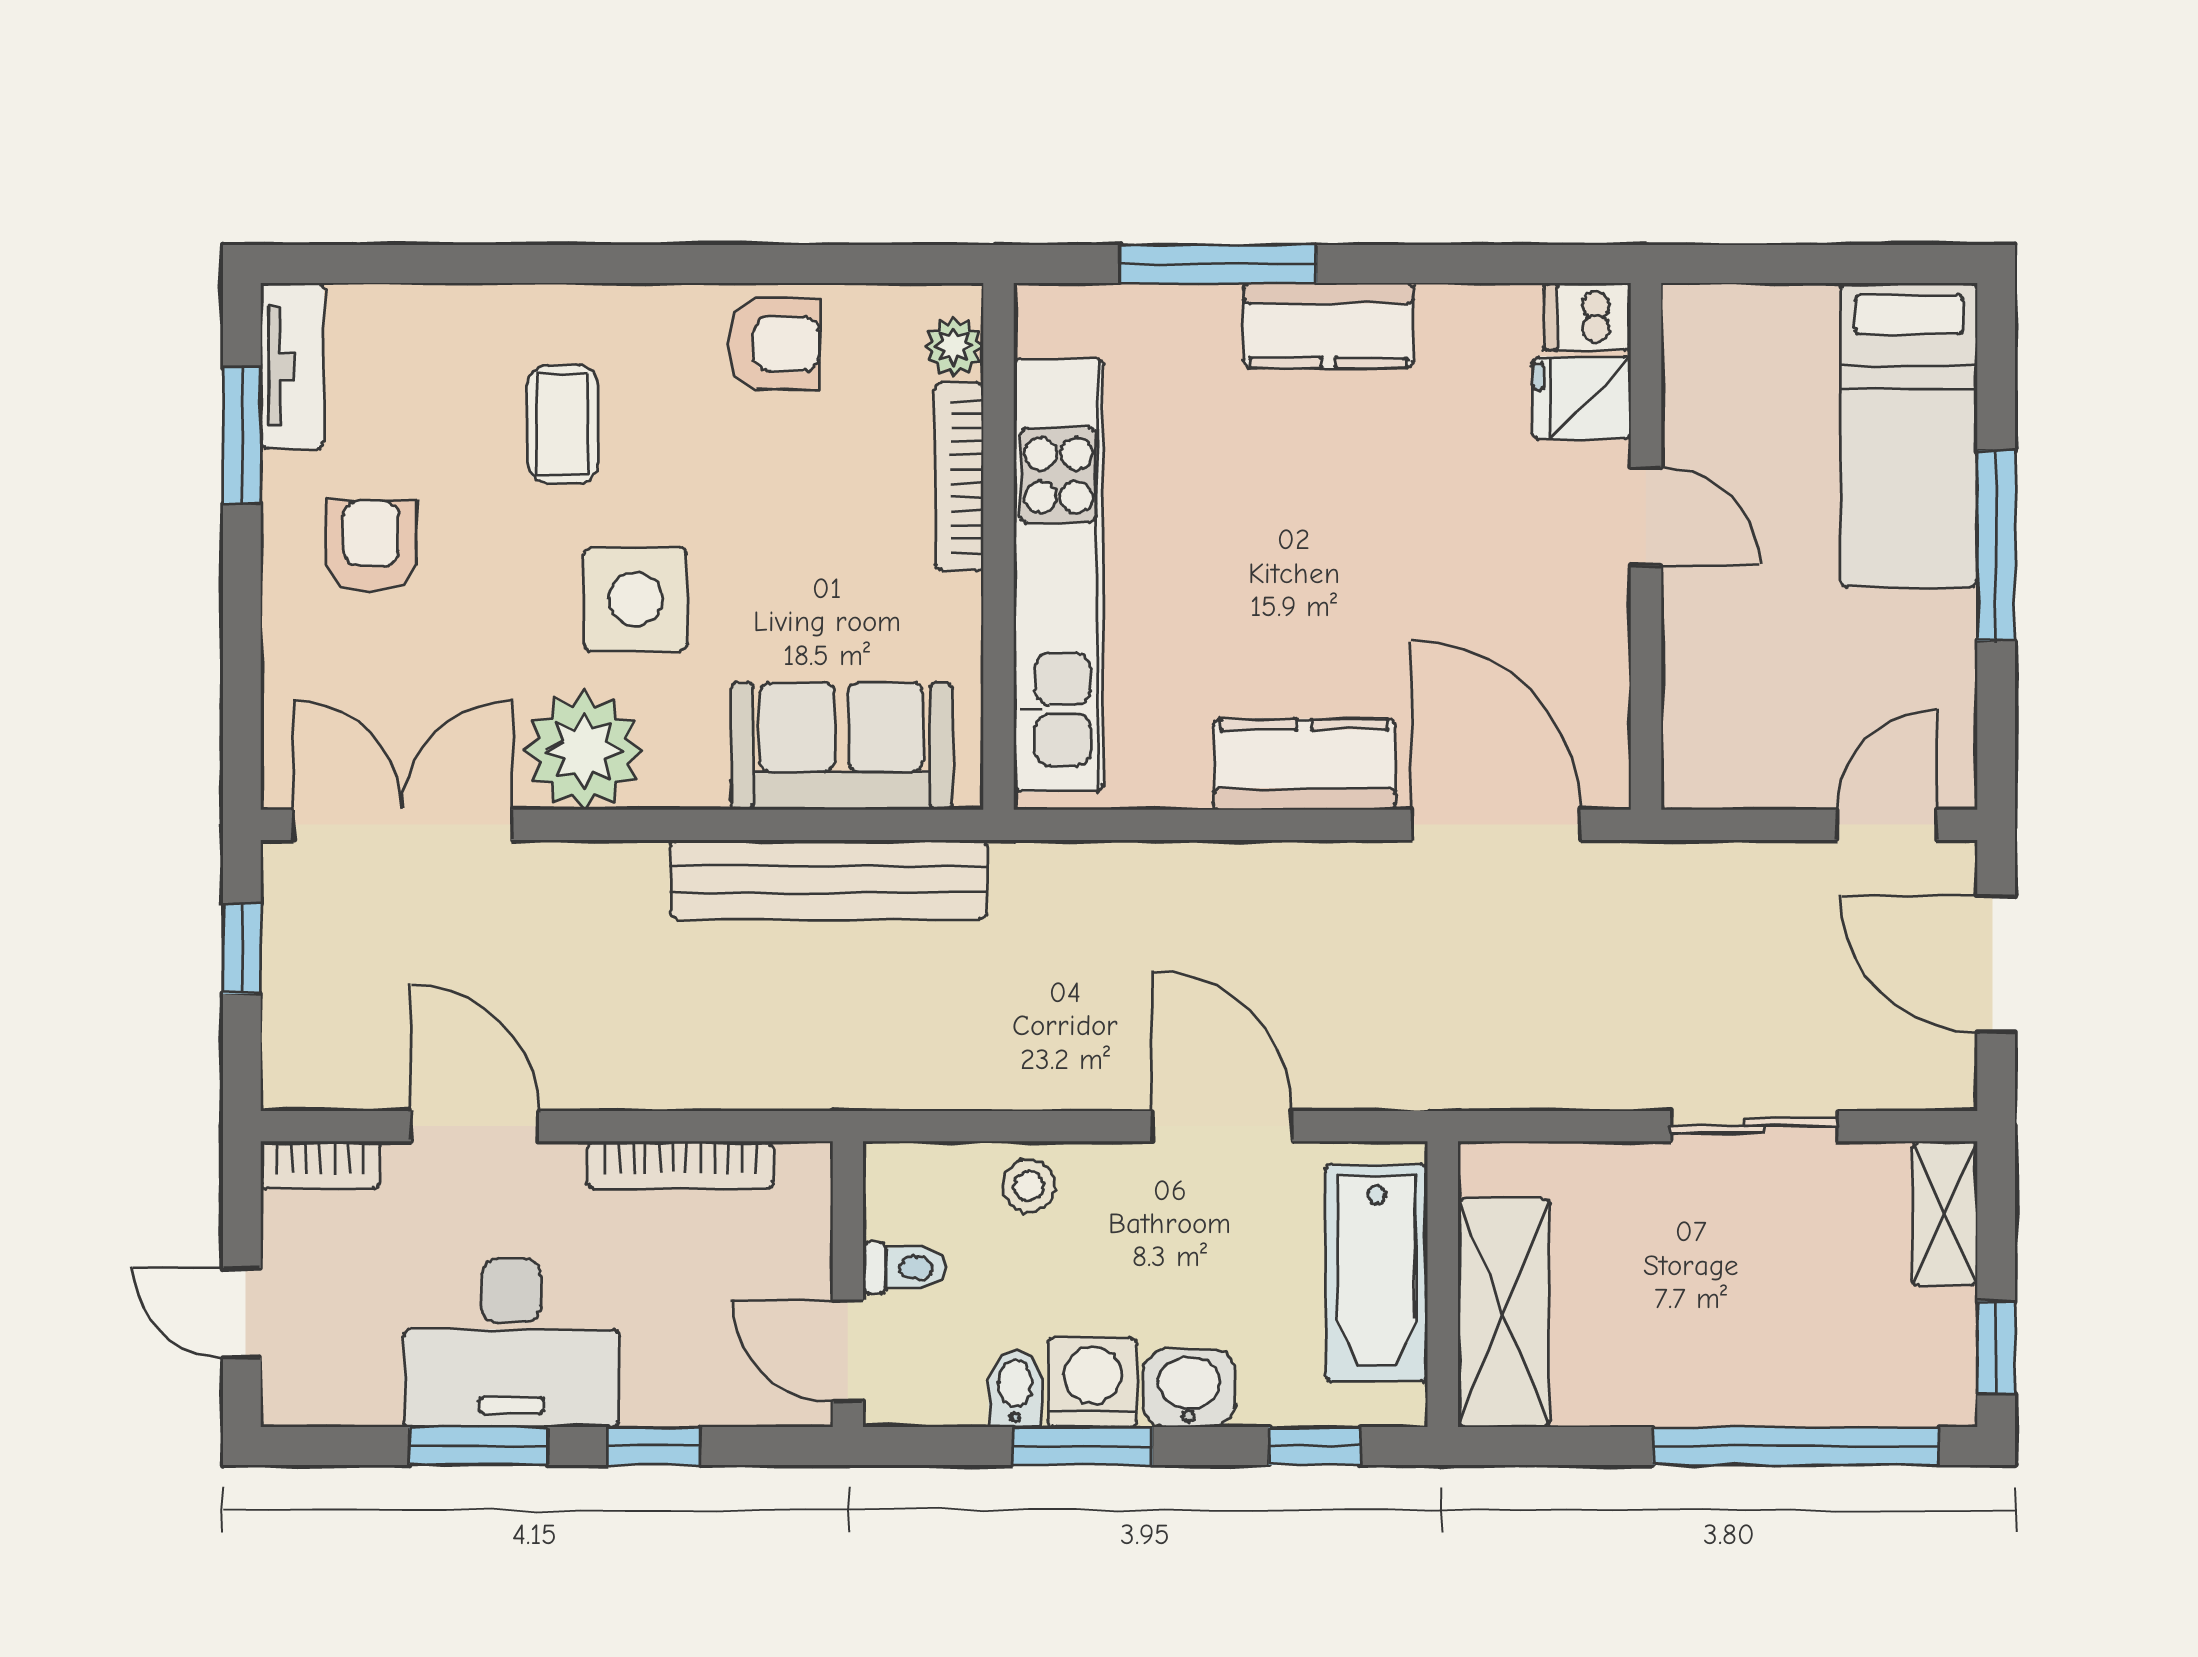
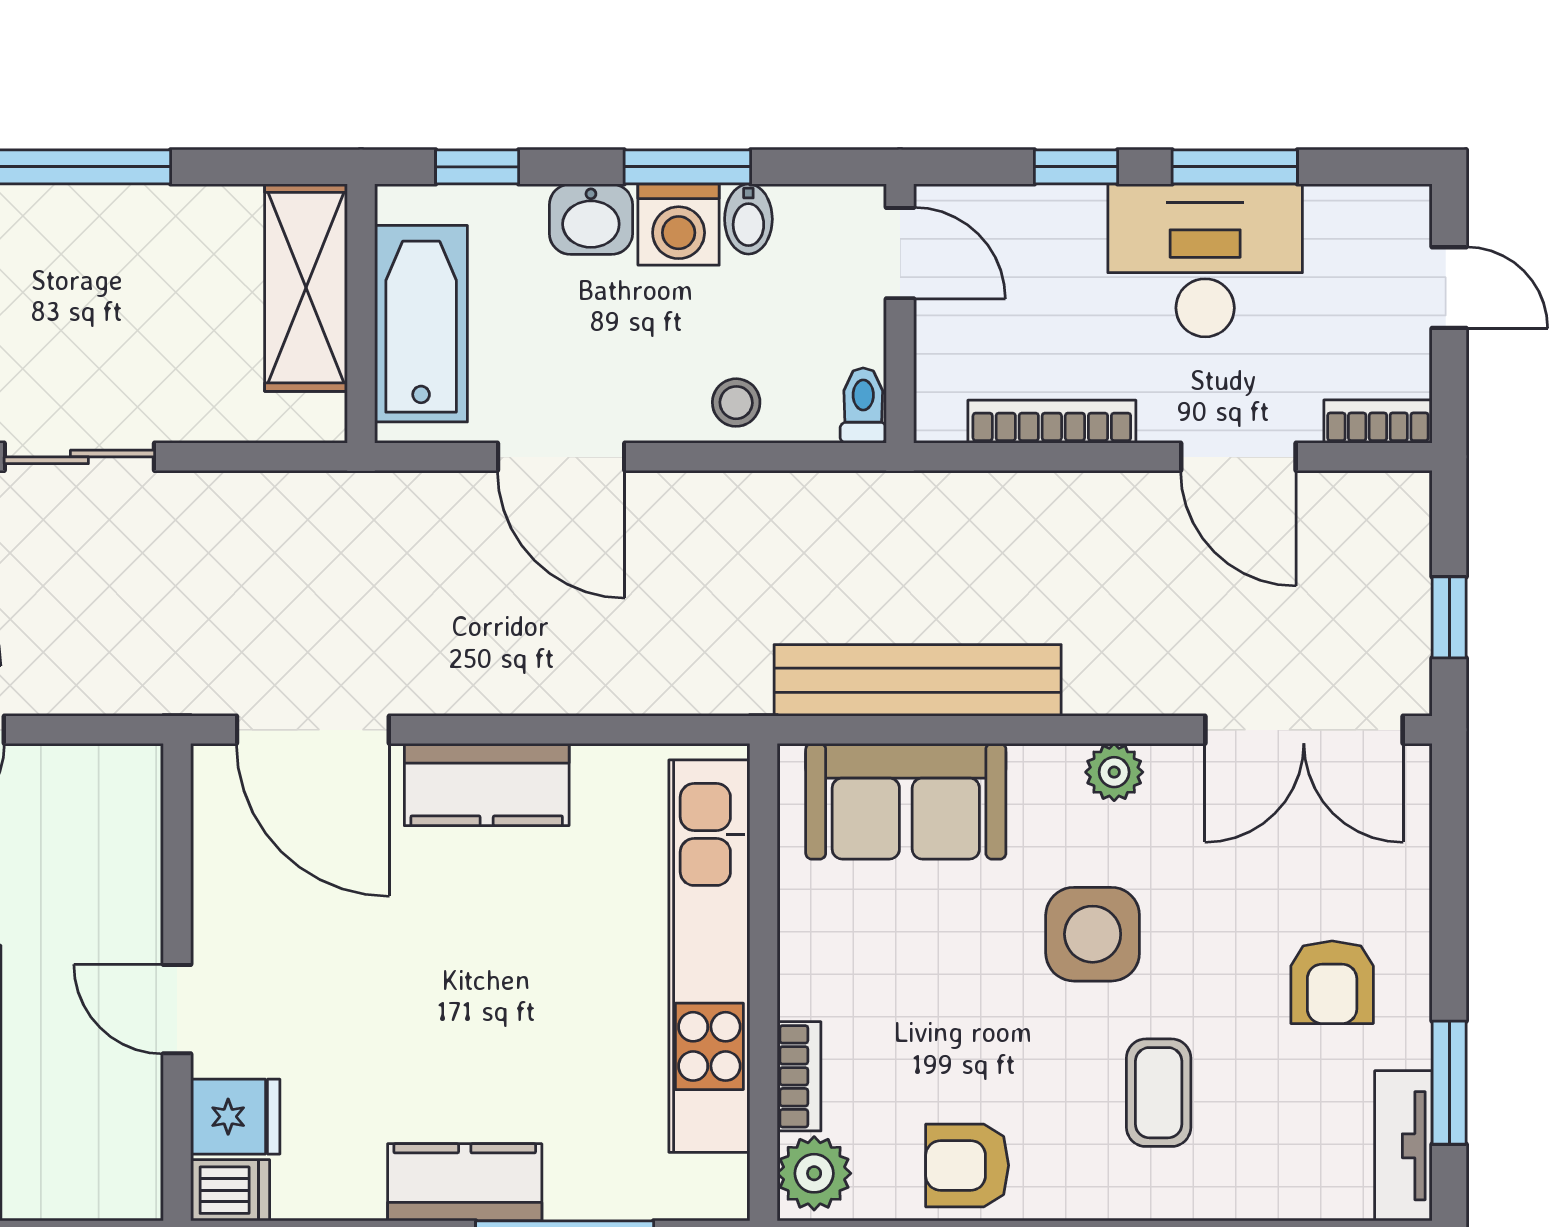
plant: (954, 346) -> (814, 1173), width x1.38, depth x1.38
bookcase: (959, 476) -> (799, 1076), width x0.64
plant: (584, 750) -> (1114, 772), width x0.53, depth x0.53
toilet: (905, 1268) -> (863, 406), moved, turned 90

